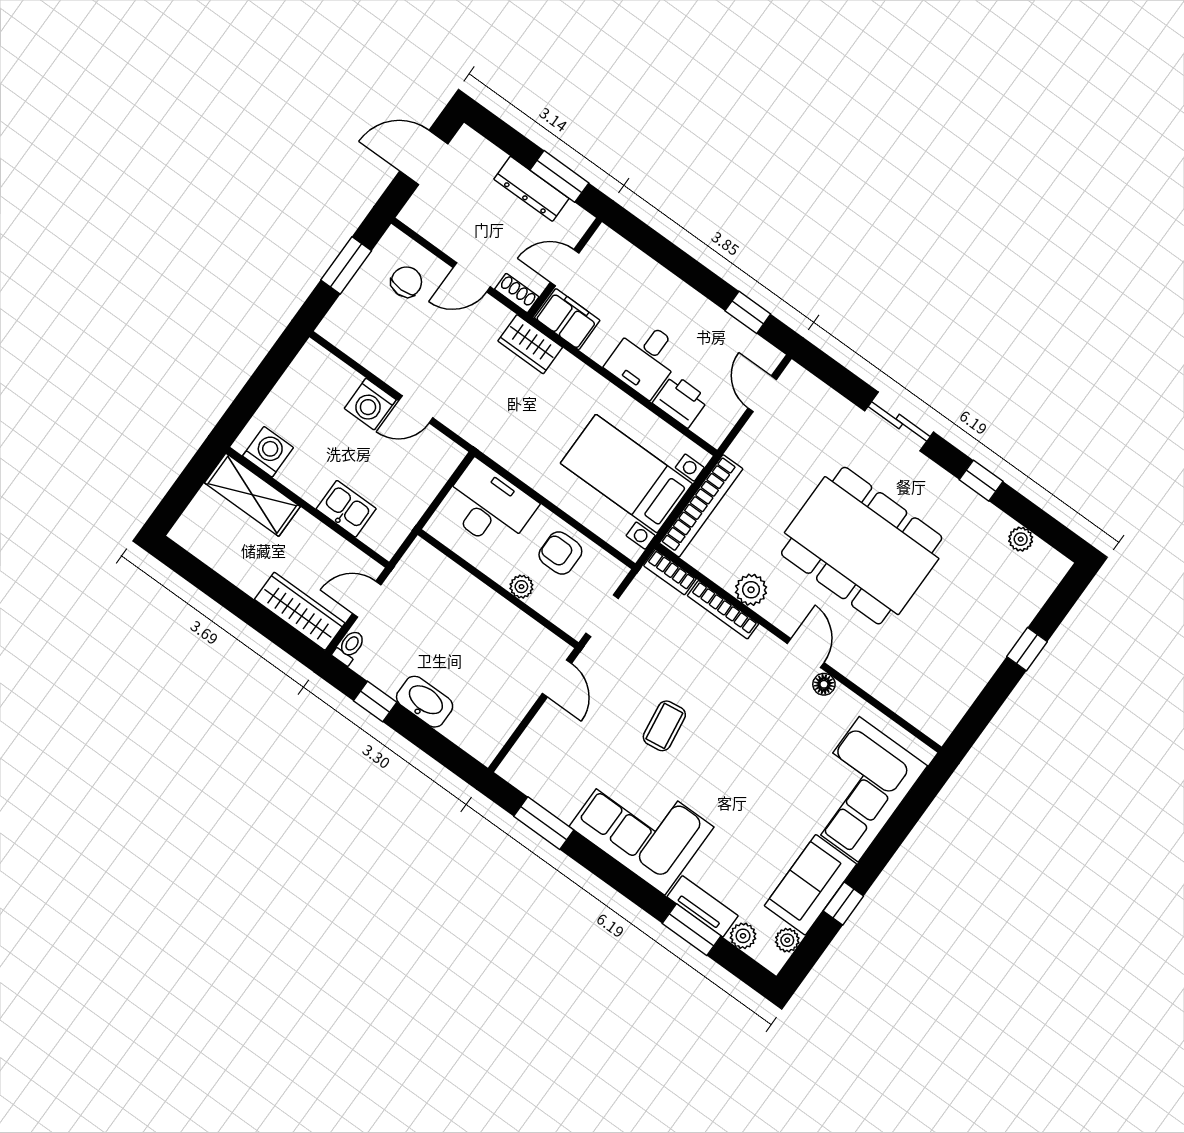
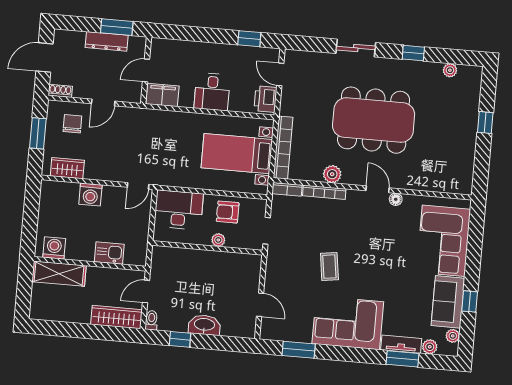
shoe rack: (517, 293) -> (60, 91), moved
wardrobe: (530, 344) -> (67, 168), moved, turned 180
printer: (681, 401) -> (265, 99), moved, turned -90
door: (416, 409) -> (138, 186), moved
door: (557, 678) -> (260, 305), moved

